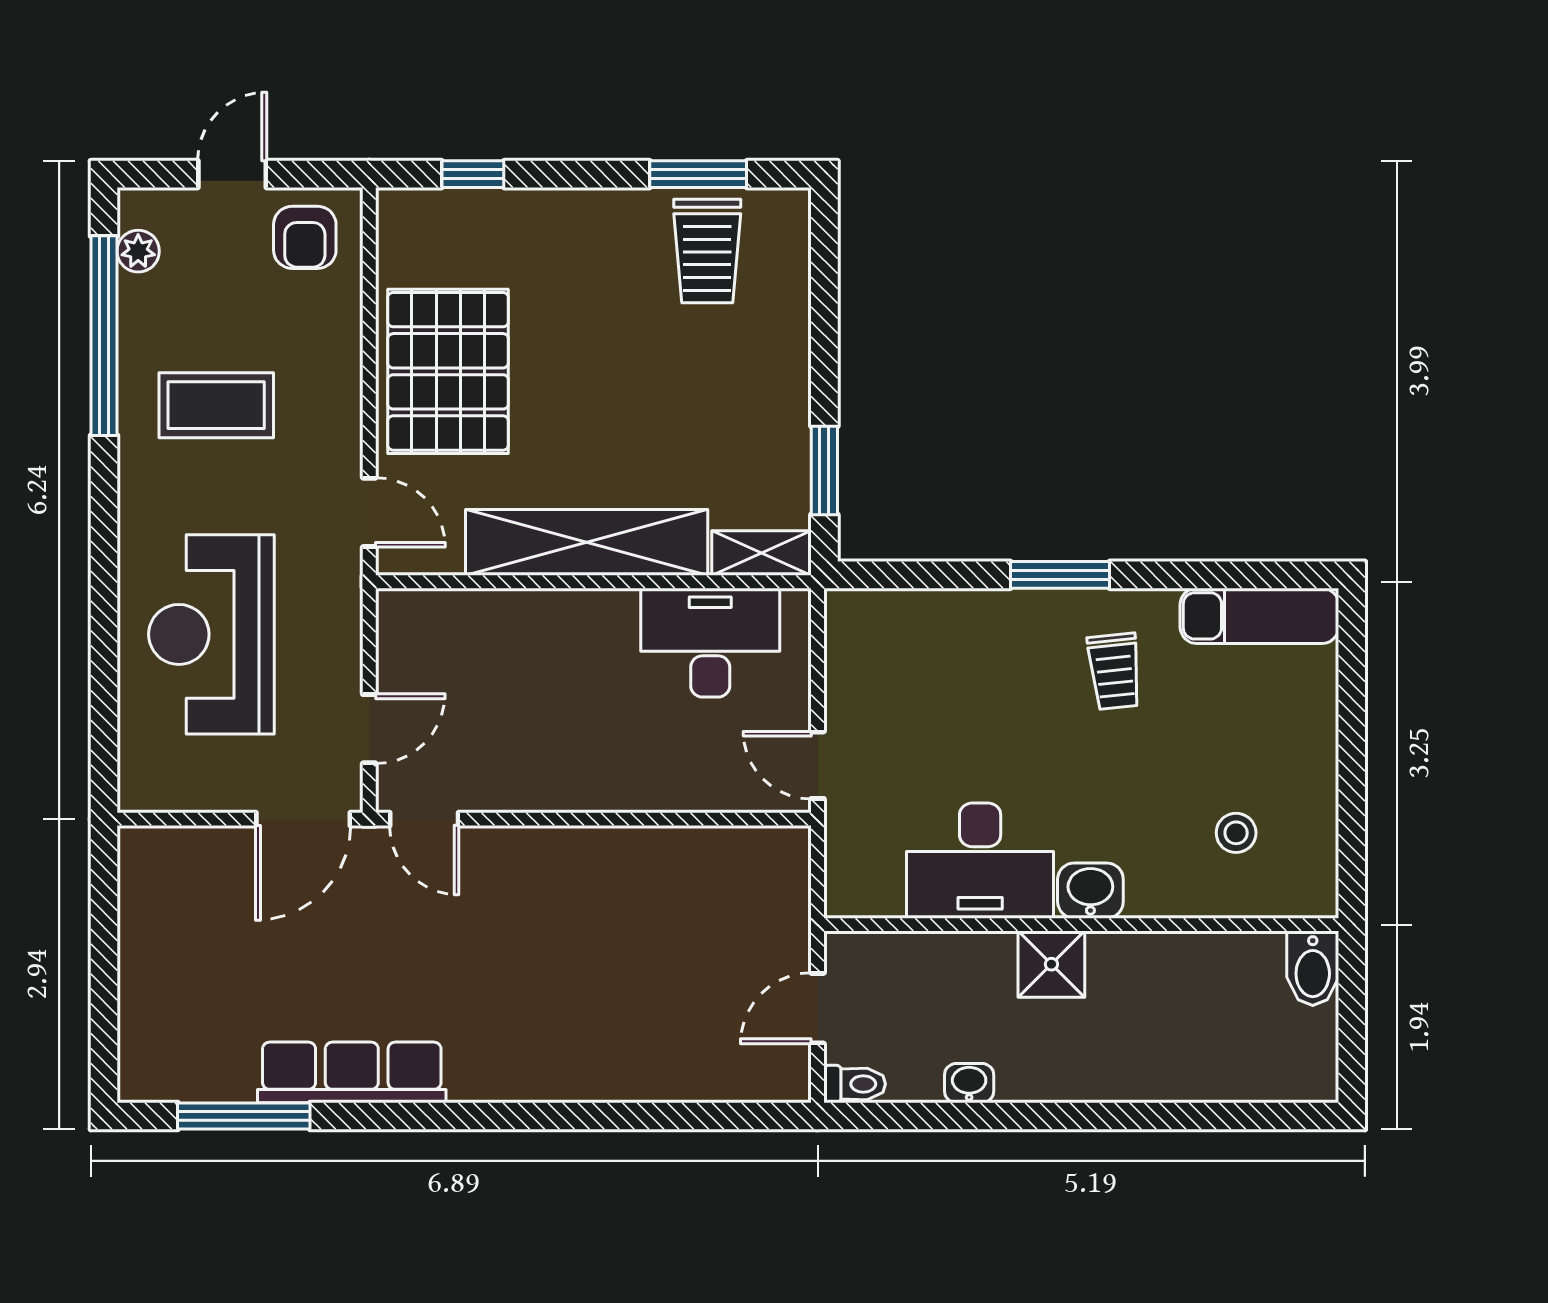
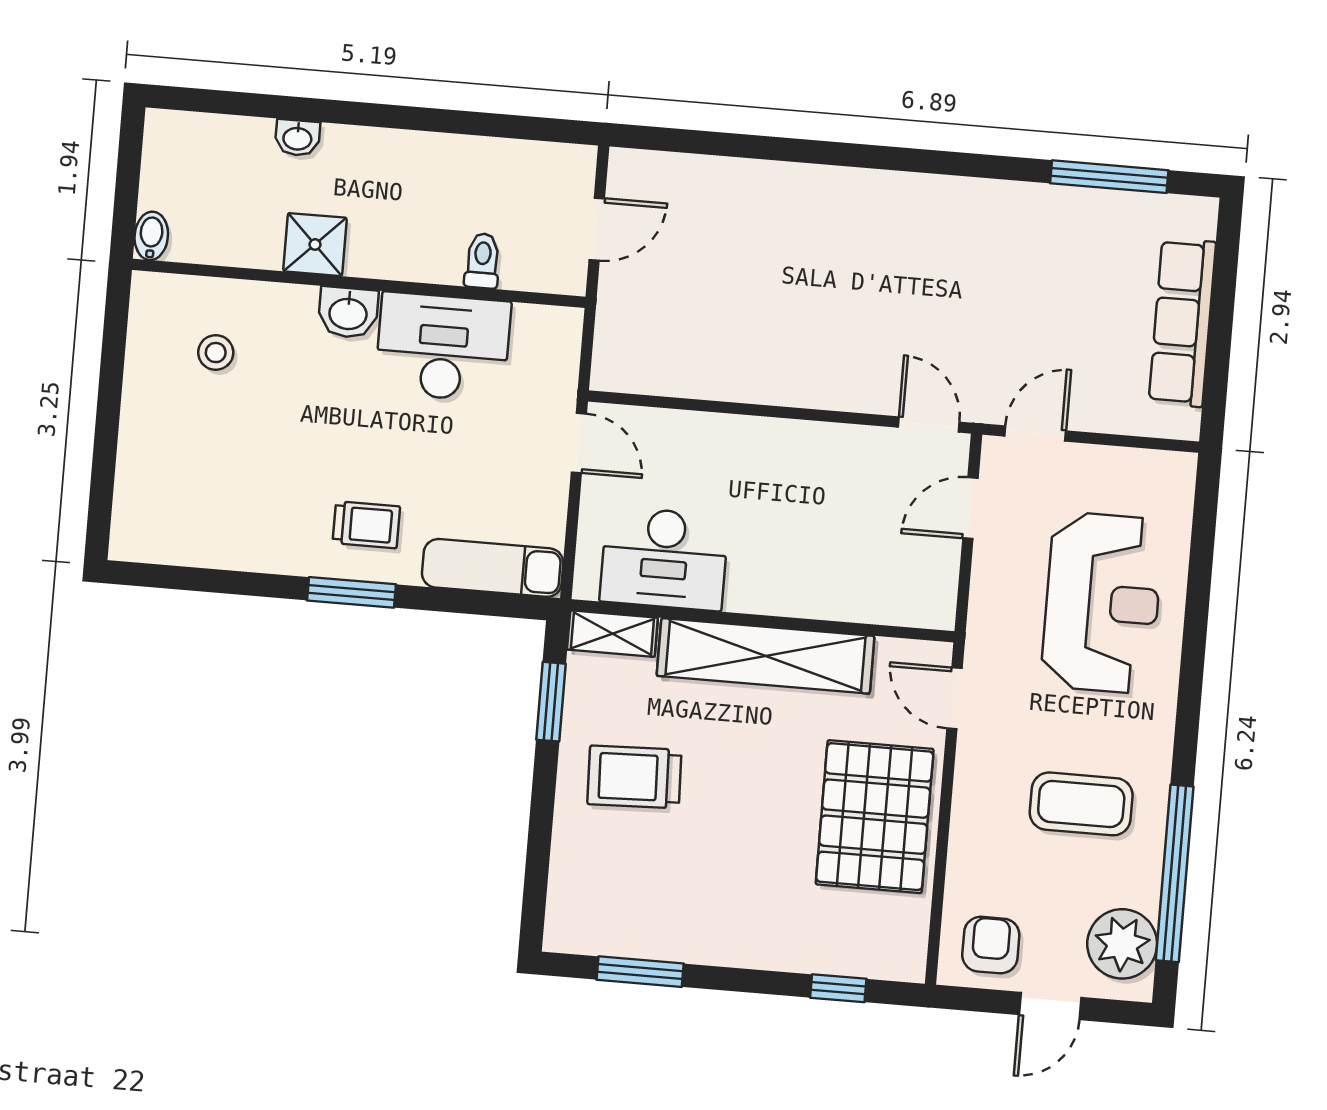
plant: (138, 251) -> (1122, 944), width x1.88, depth x1.88
trolley: (707, 251) -> (634, 777), moved, turned -92
exam couch: (1259, 616) -> (493, 568), moved
trolley: (1115, 671) -> (366, 525), moved, turned 96
door: (303, 819) -> (1035, 433), width x0.73
shower: (1051, 964) -> (315, 245), moved
bidet: (1313, 968) -> (151, 236), width x0.72, depth x0.74
row of seats: (352, 1072) -> (1182, 322), moved, turned 90
washbasin: (969, 1083) -> (297, 138), moved
toilet: (855, 1084) -> (482, 261), moved, turned 90

